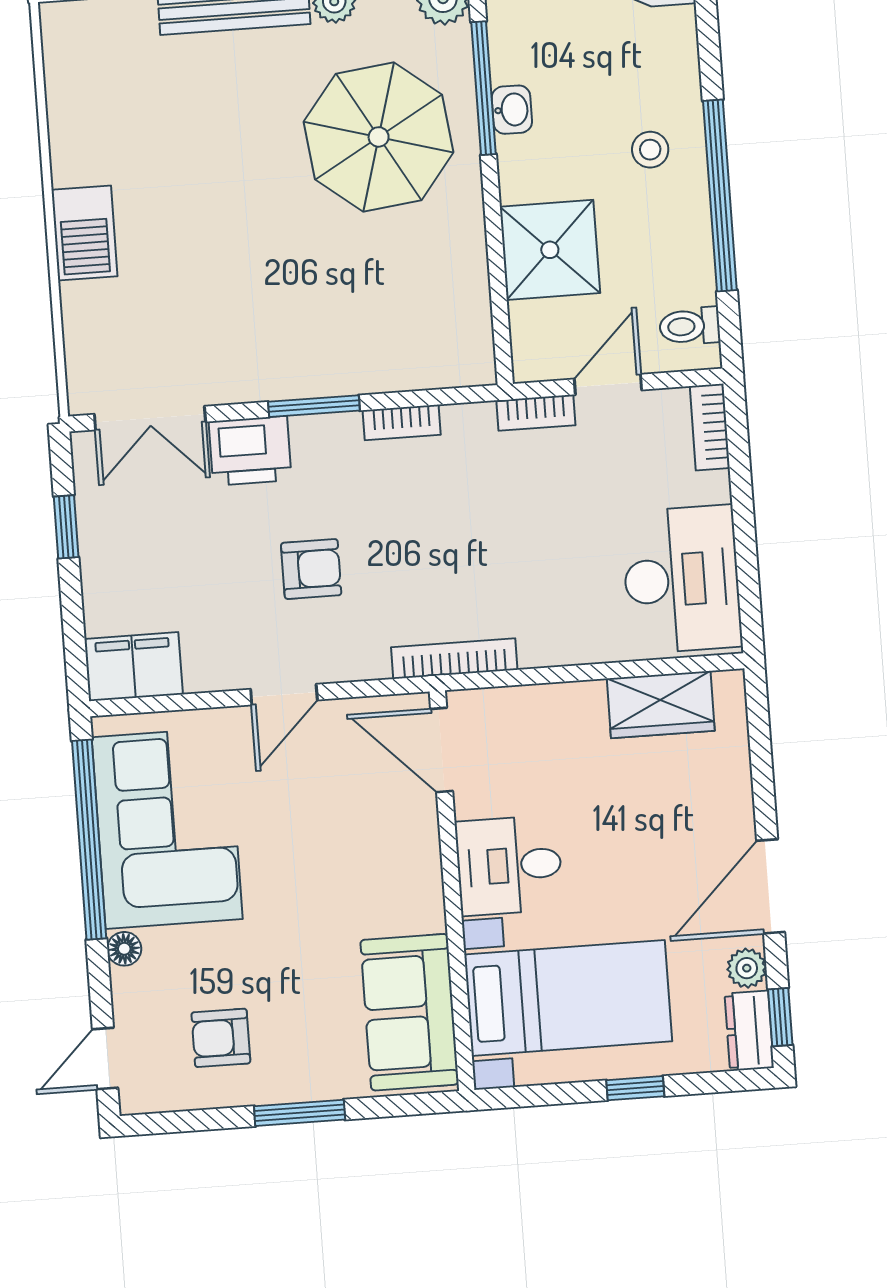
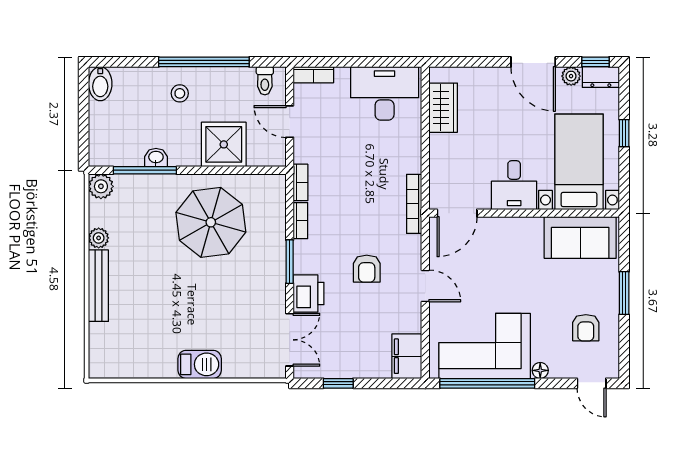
parasol: (379, 137) -> (211, 222), moved
bookcase: (536, 413) -> (300, 182), moved
armchair: (311, 569) -> (367, 269), turned 180

